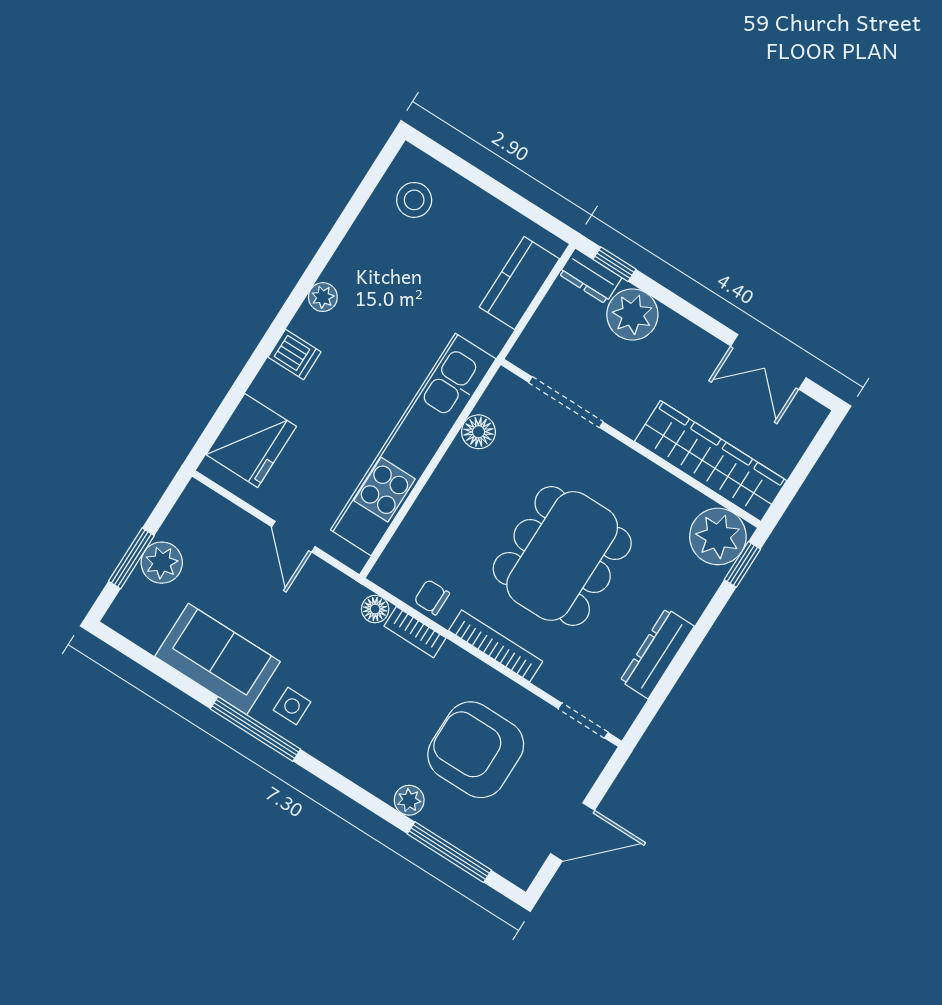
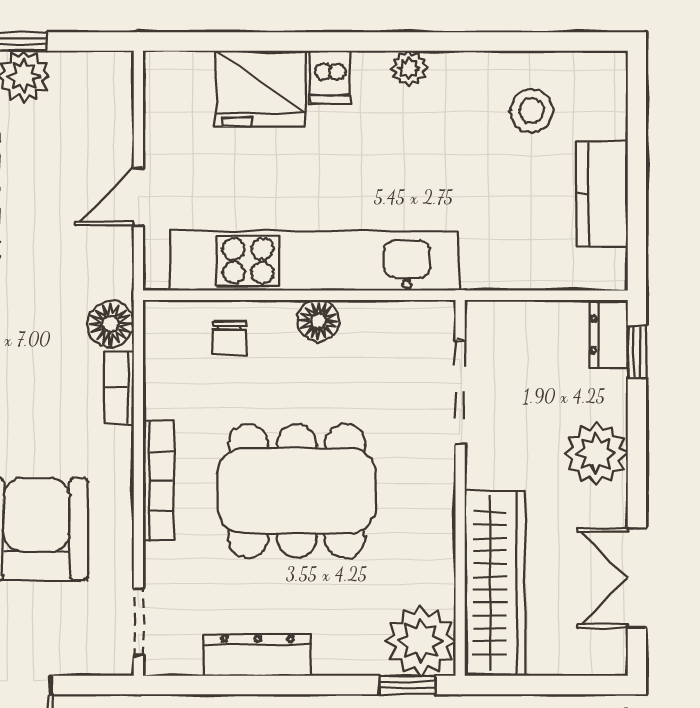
stool: (414, 200) -> (532, 111), moved
kitchen counter: (519, 283) -> (602, 194), moved, turned -90
plant: (632, 315) -> (596, 454), moved
floor lamp: (478, 432) -> (319, 321), moved
fridge: (251, 441) -> (261, 89), moved
chair: (432, 597) -> (229, 338), moved, turned 180
floor lamp: (375, 609) -> (111, 324), width x1.37, depth x1.37

